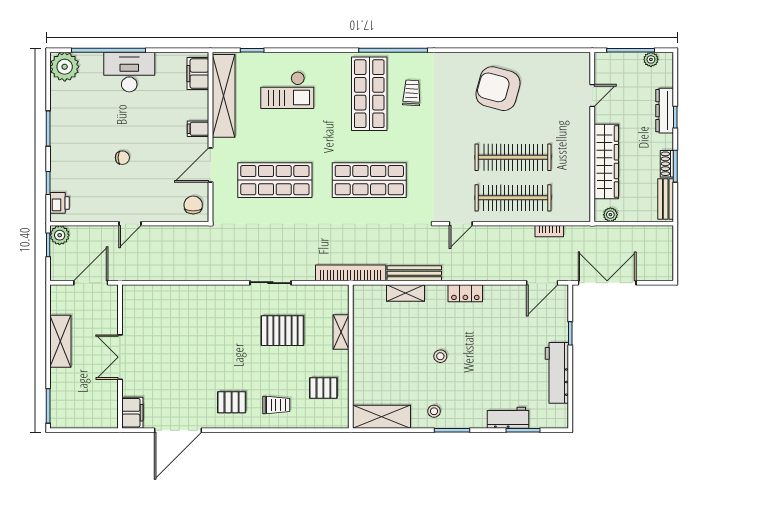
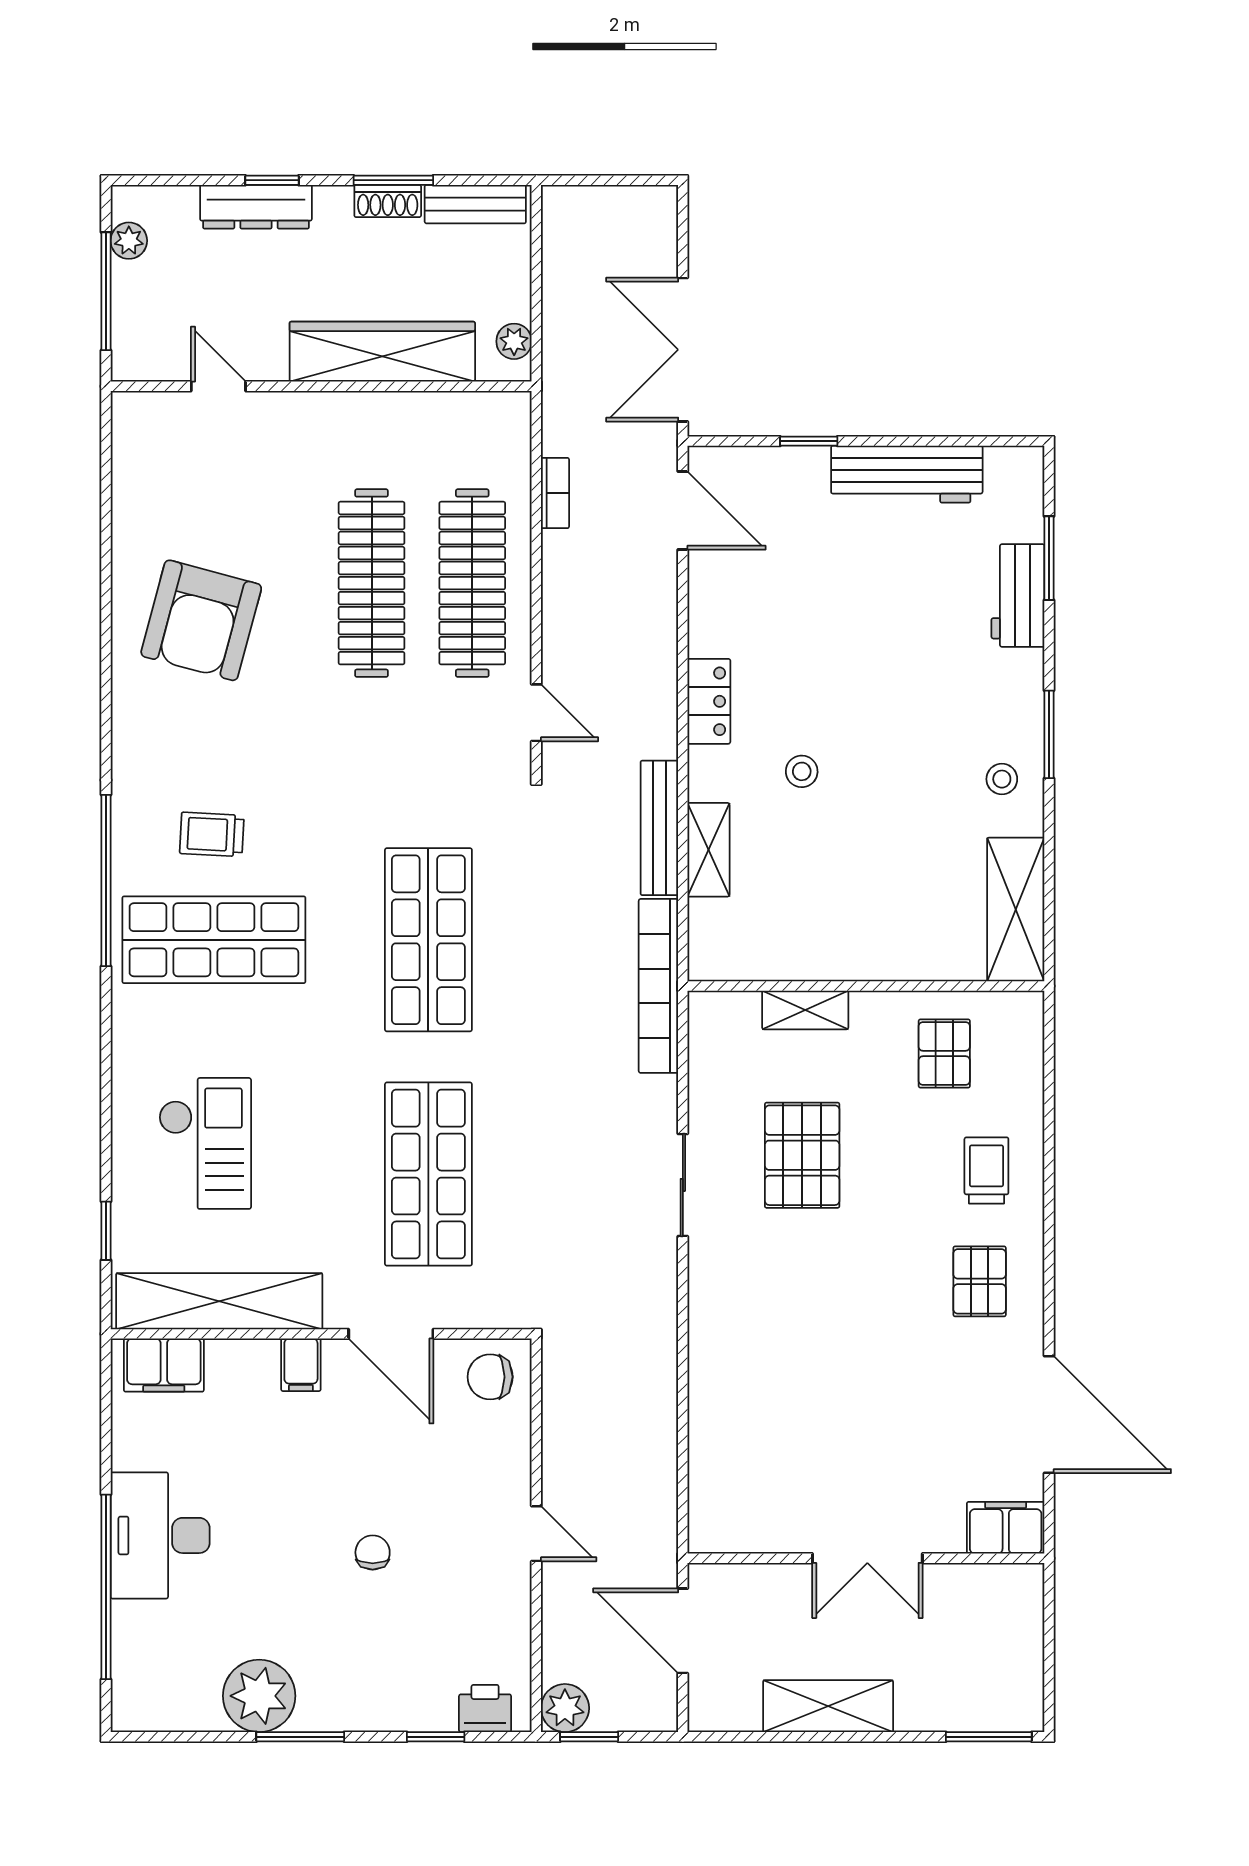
plant: (65, 67) -> (259, 1696), moved
stool: (440, 356) -> (802, 771), moved

